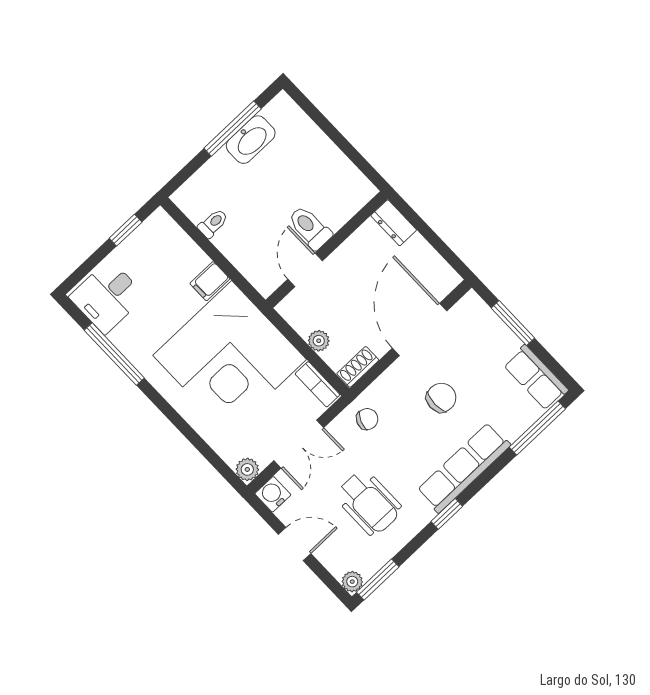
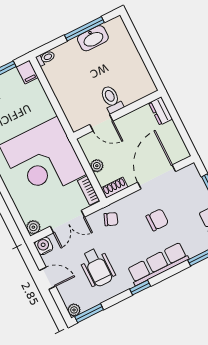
toilet: (213, 223) -> (46, 58), moved
door: (305, 270) -> (101, 123), swing flipped
filing cabinet: (210, 281) -> (27, 72), moved, turned -90

